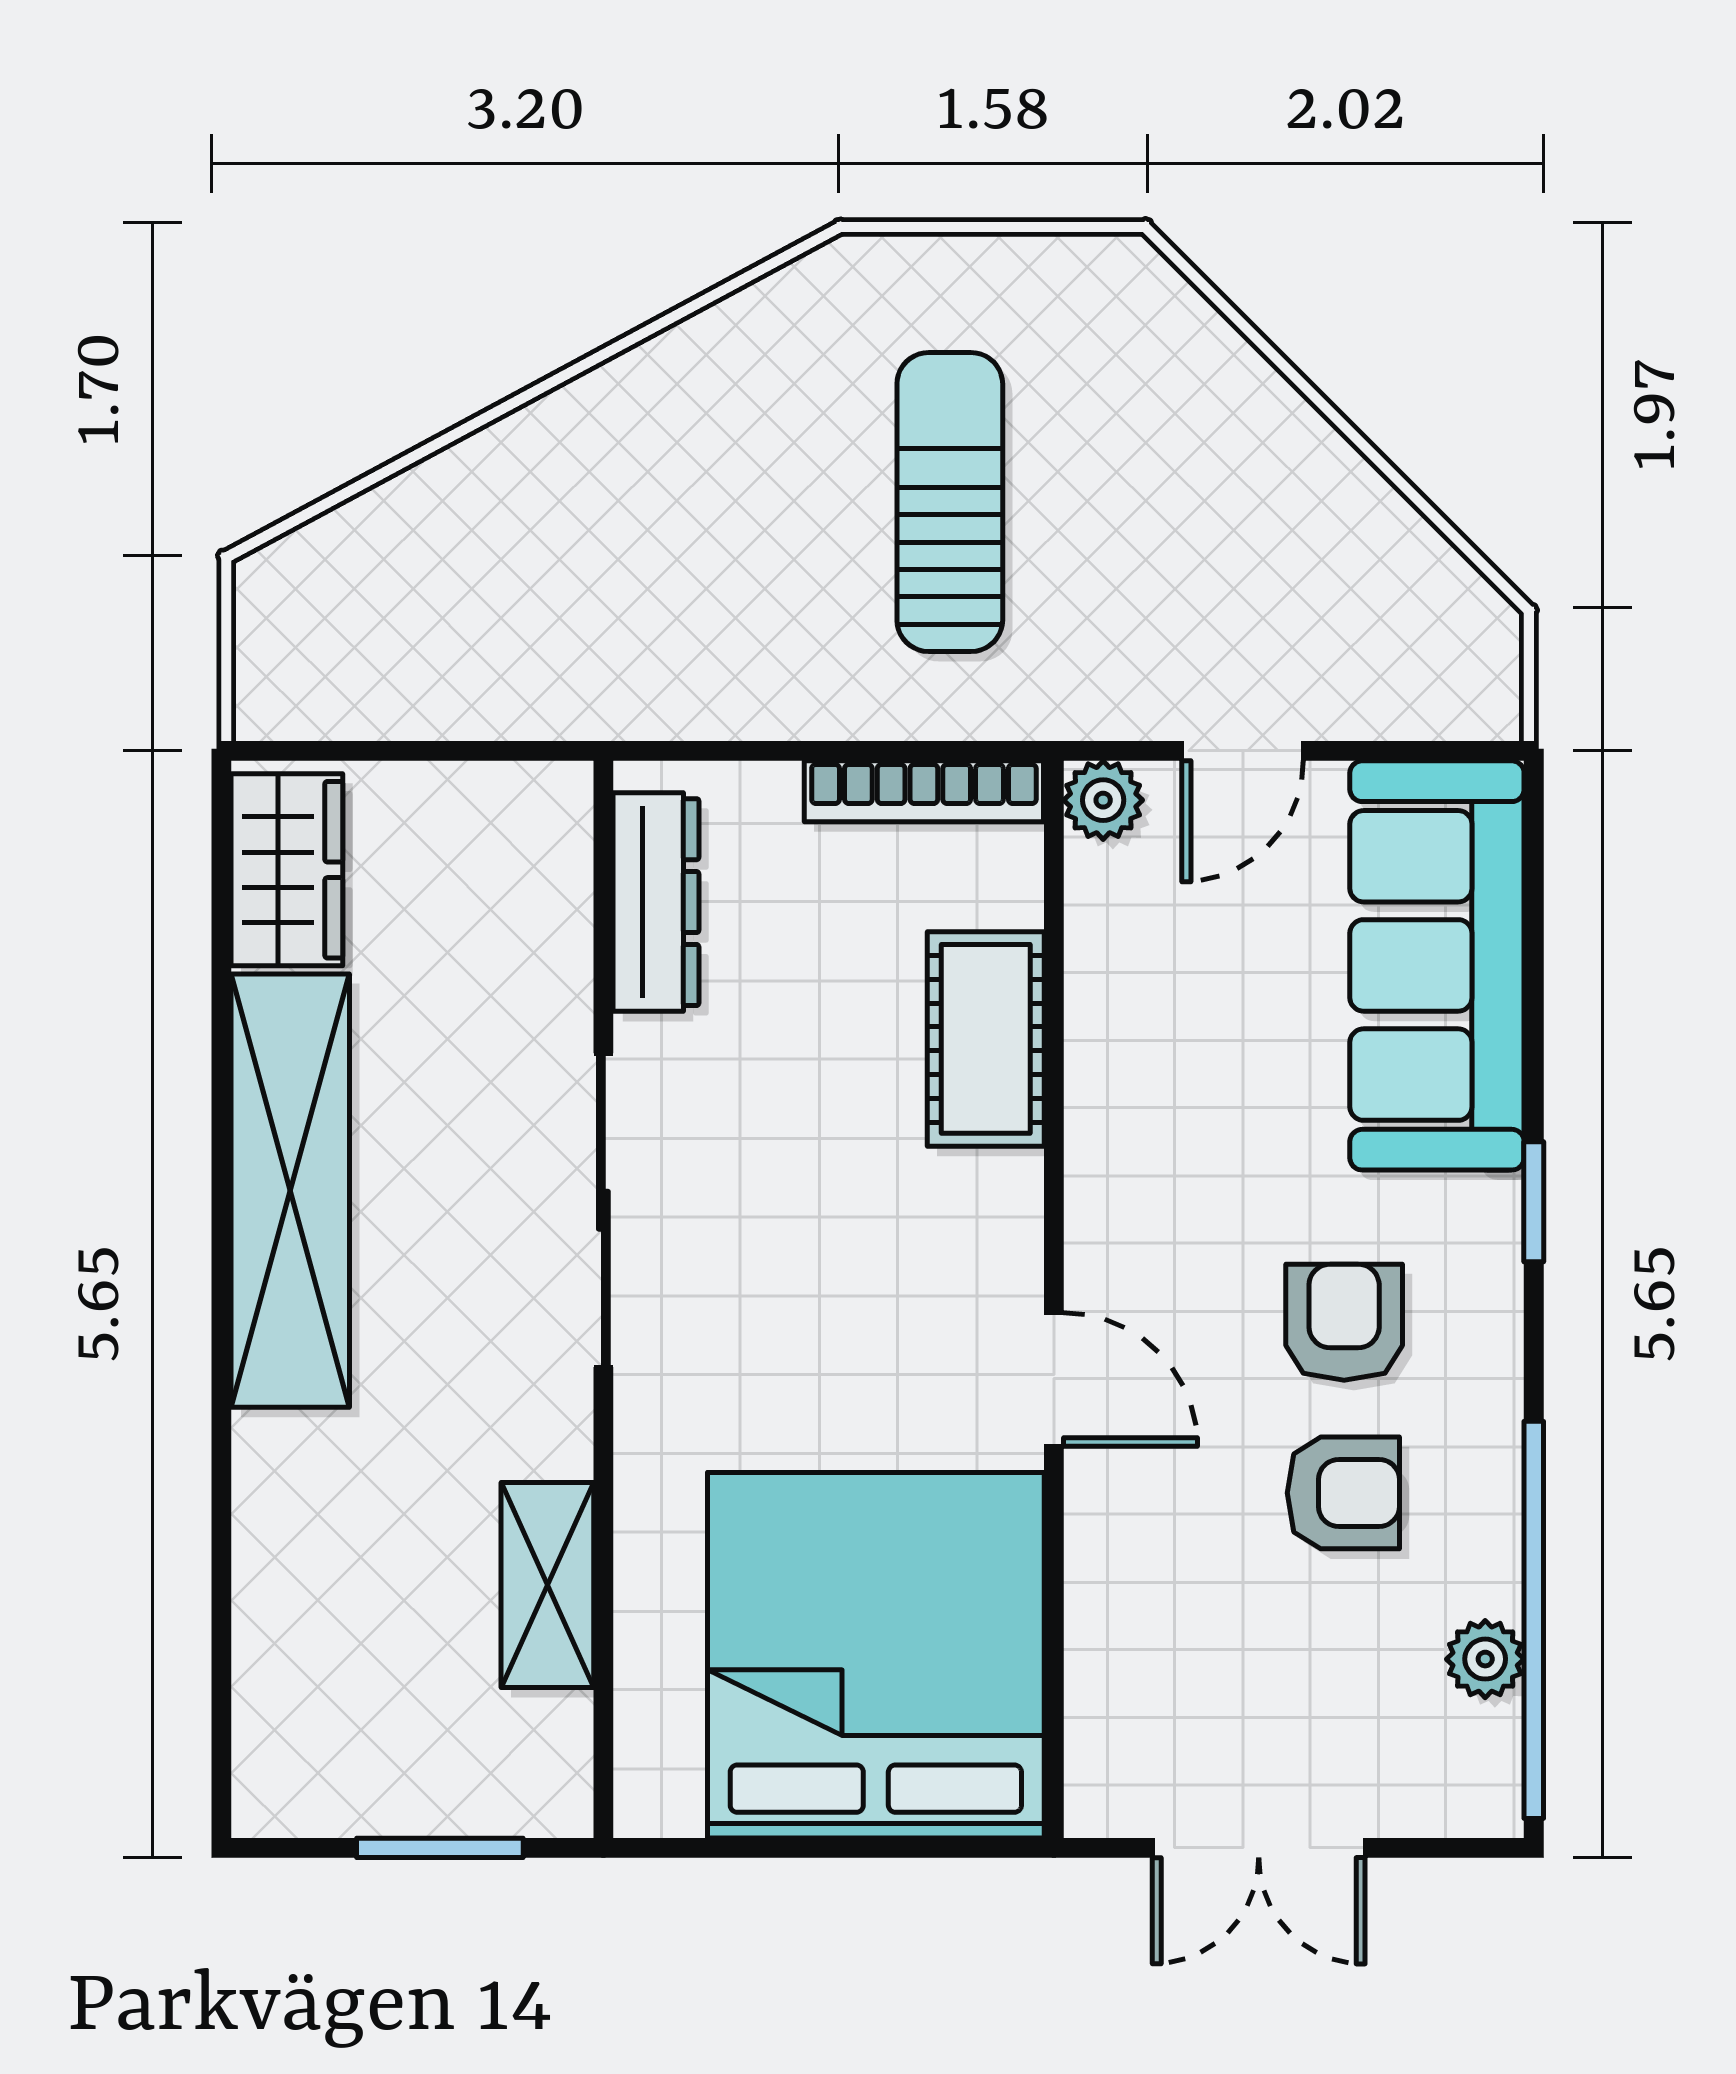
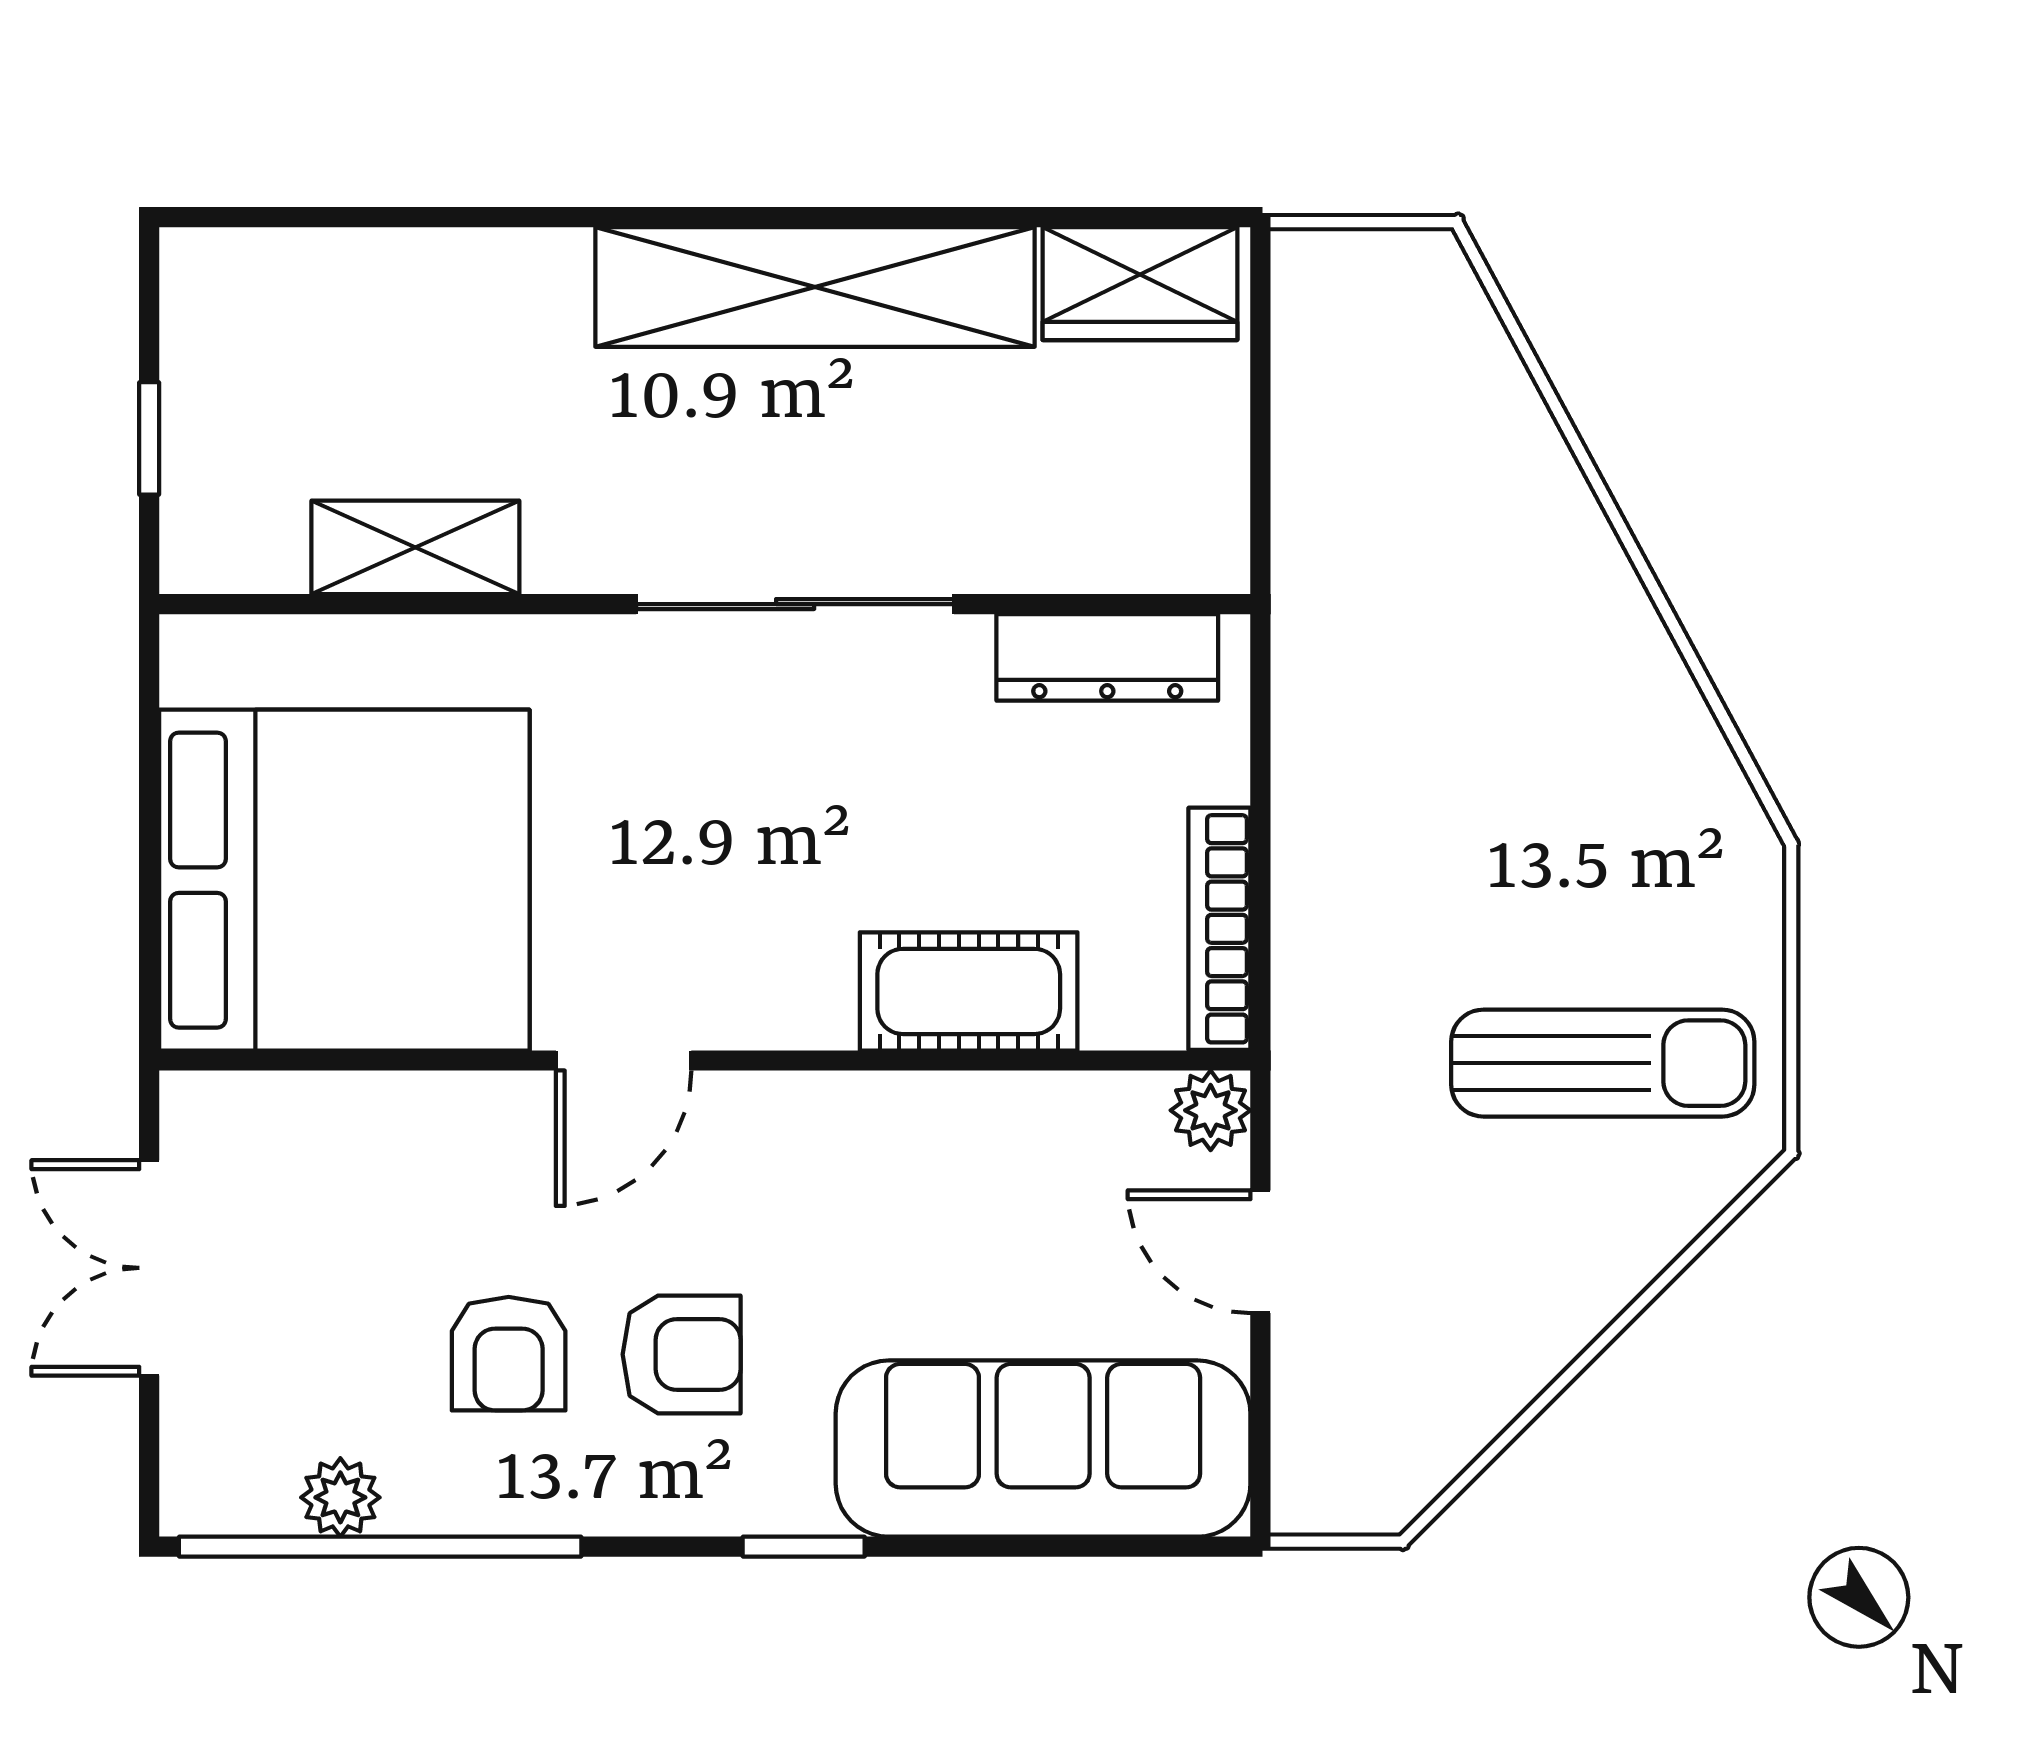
sun lounger: (950, 502) -> (1603, 1063), moved
window: (440, 1848) -> (149, 438), width x0.67

